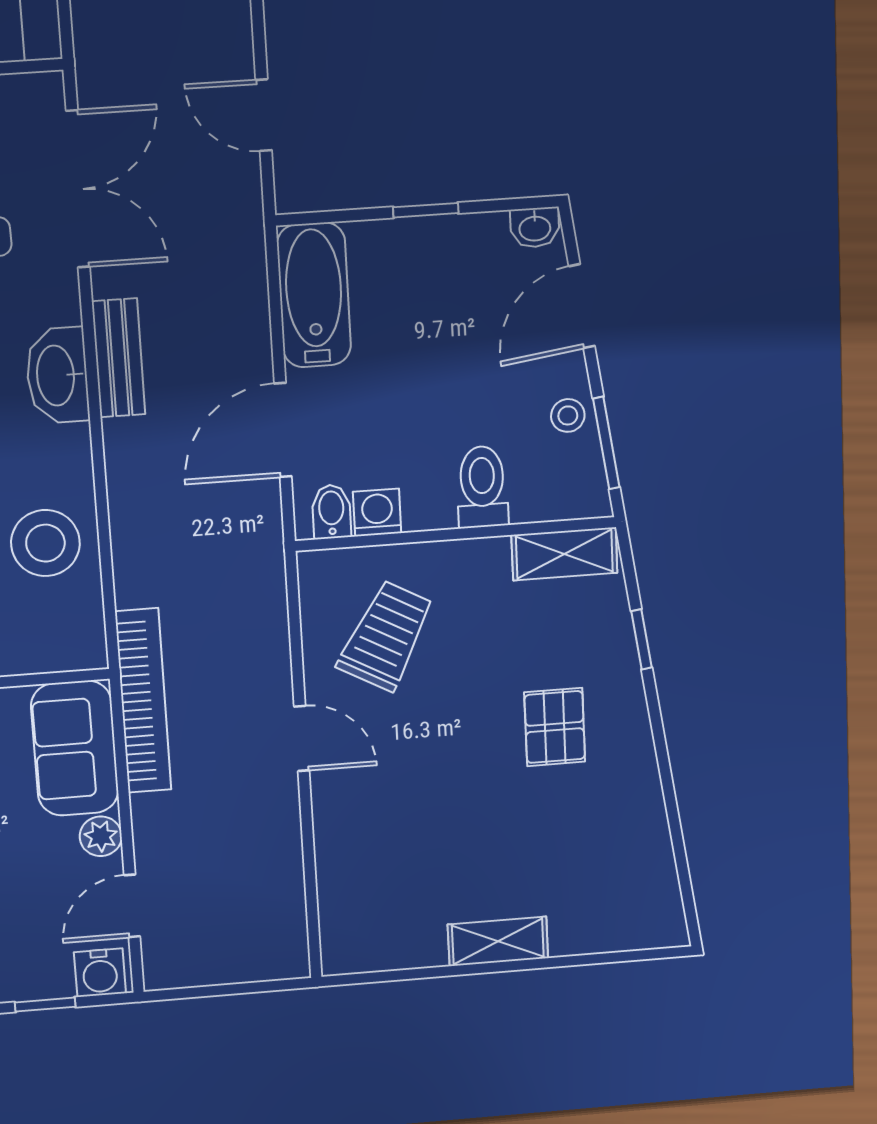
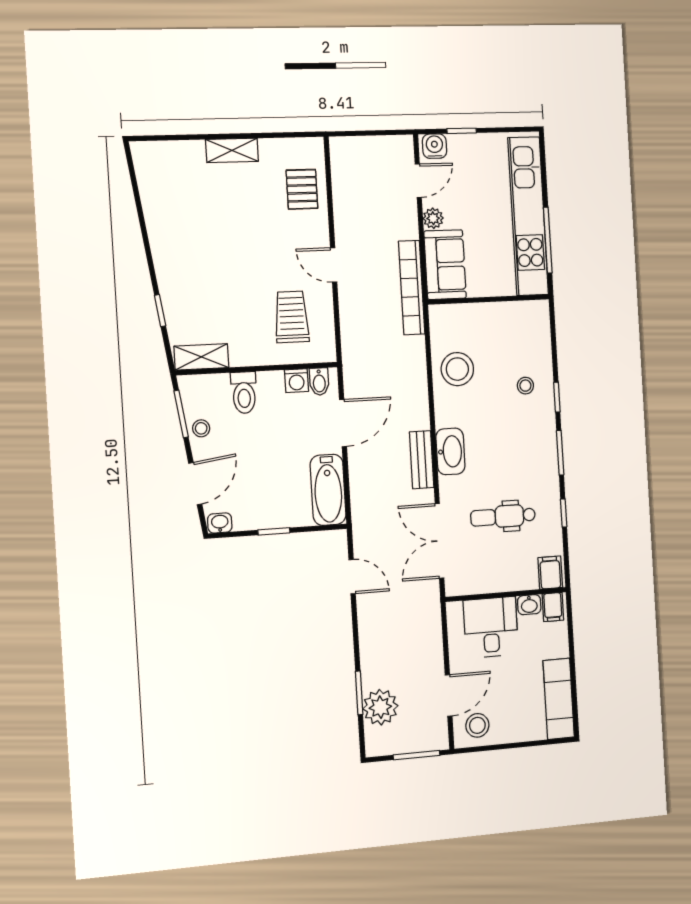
trolley: (386, 636) -> (292, 317), turned 151
pallet: (555, 727) -> (302, 189), moved

